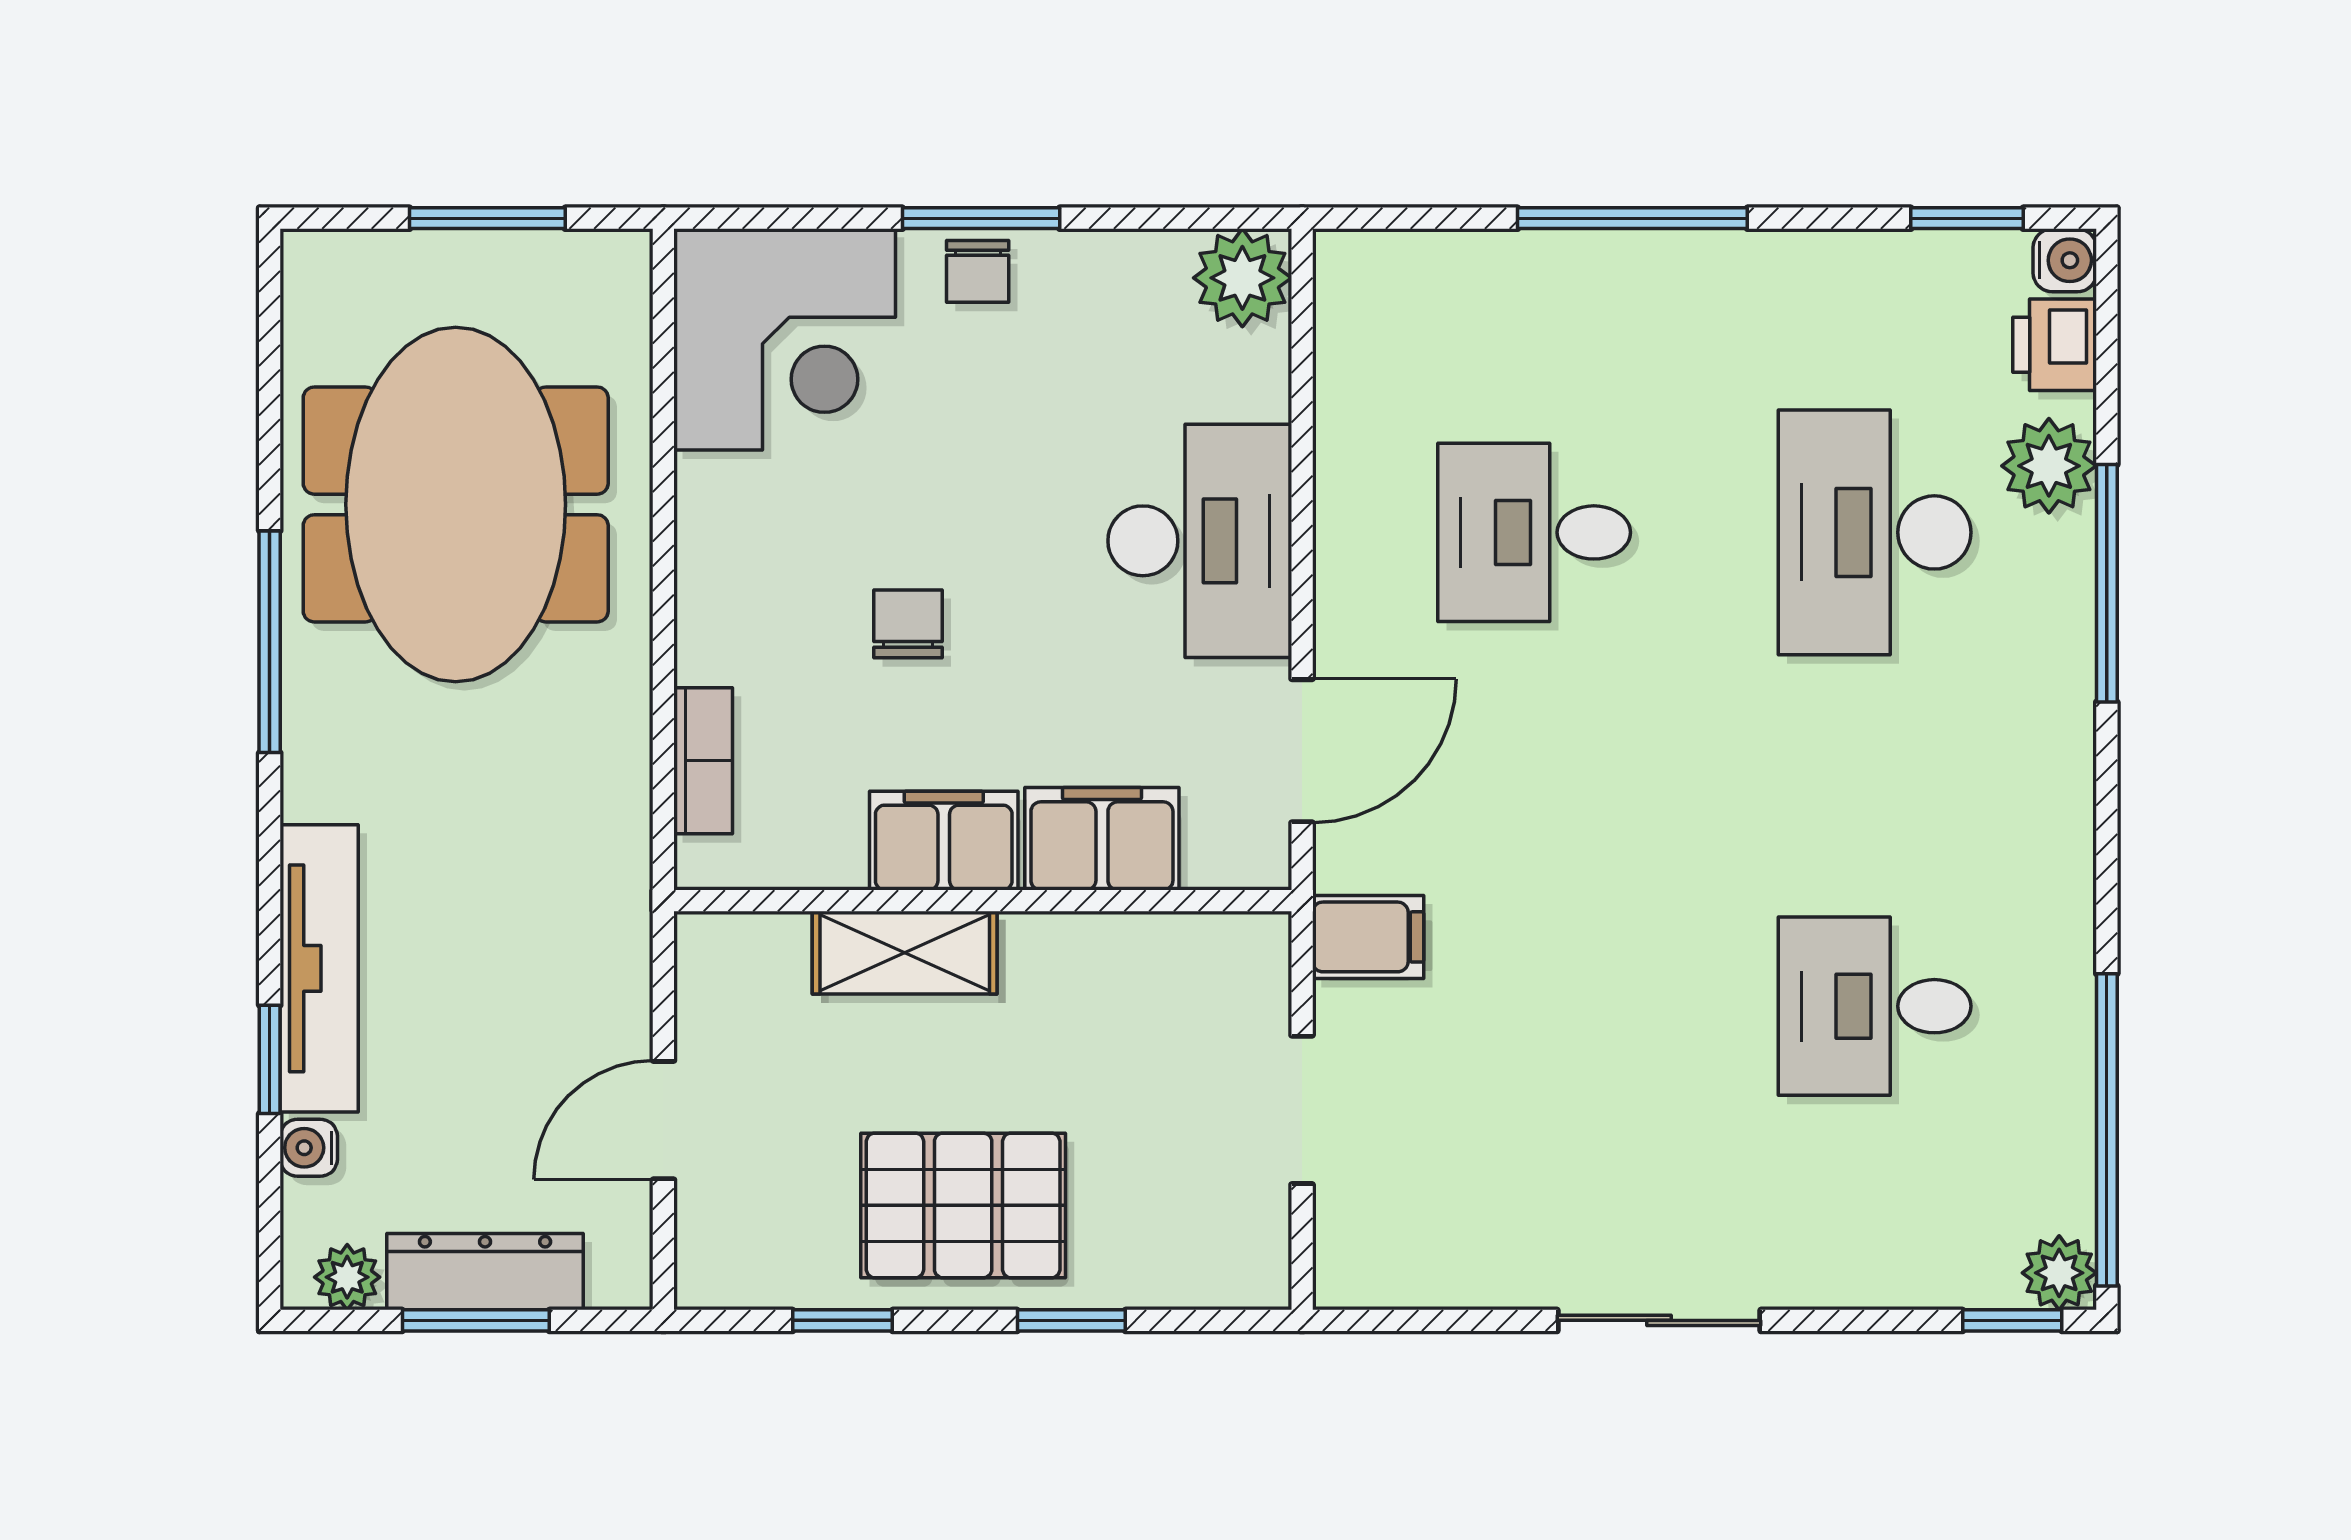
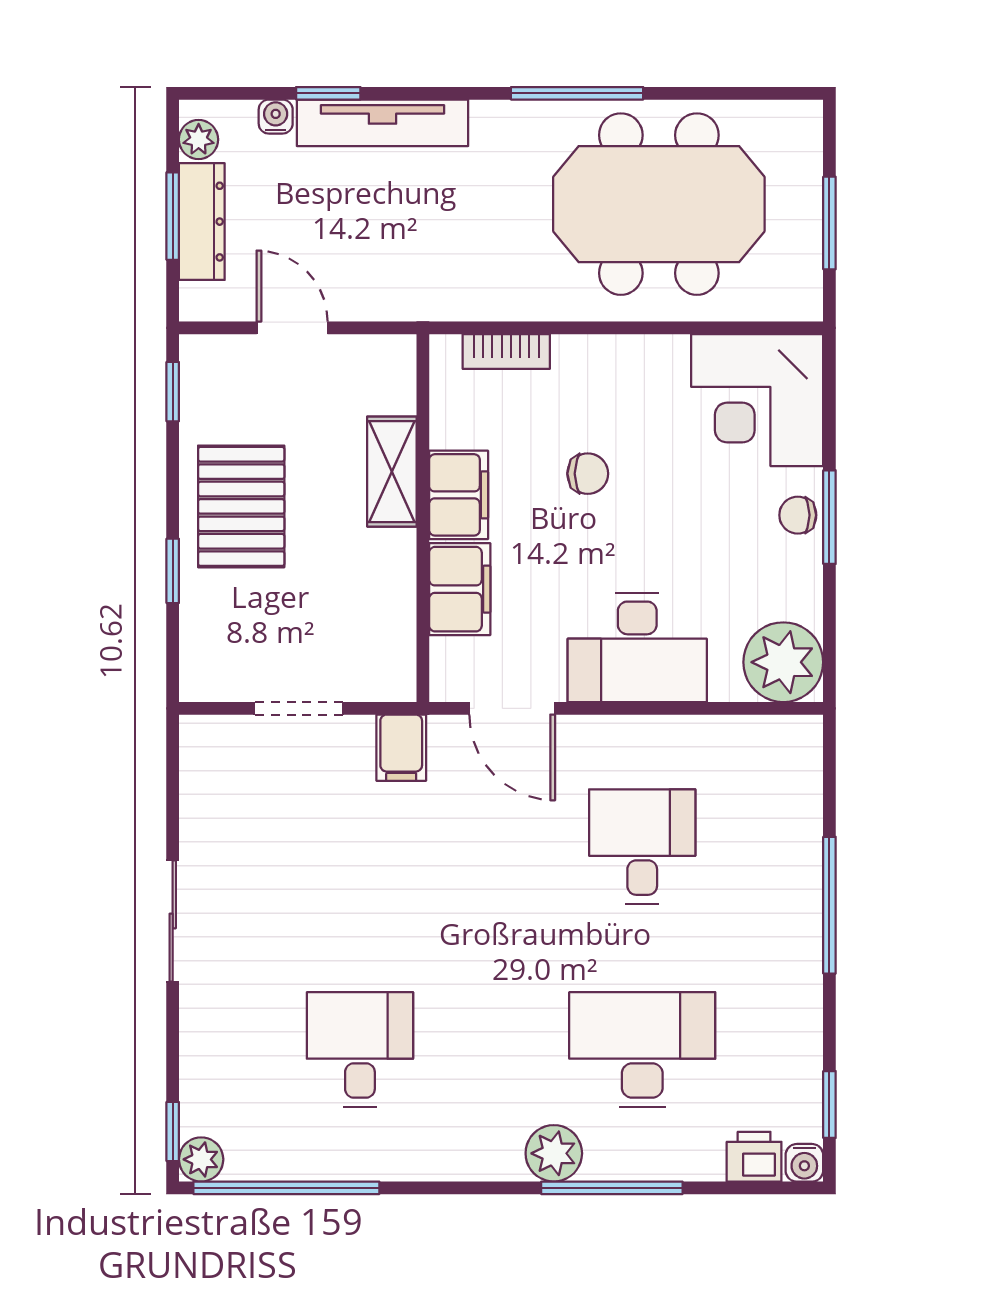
plant: (1242, 278) -> (783, 662), width x1.36, depth x1.36
plant: (2049, 466) -> (554, 1153), moved
window: (843, 1320) -> (173, 392), moved

